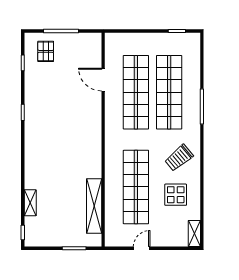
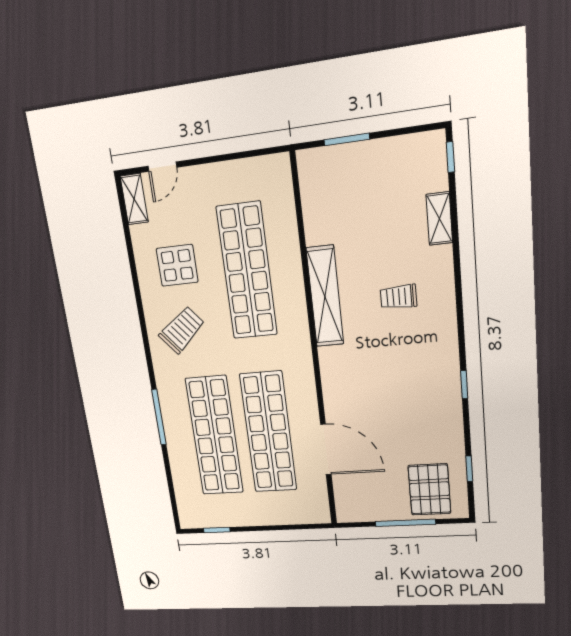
pallet: (46, 51) -> (429, 489), width x1.50, depth x1.42
door: (103, 80) -> (326, 449), width x1.36
trolley: (54, 164) -> (398, 297), added
shelving: (94, 206) -> (325, 296), moved
door: (142, 248) -> (162, 167), moved

